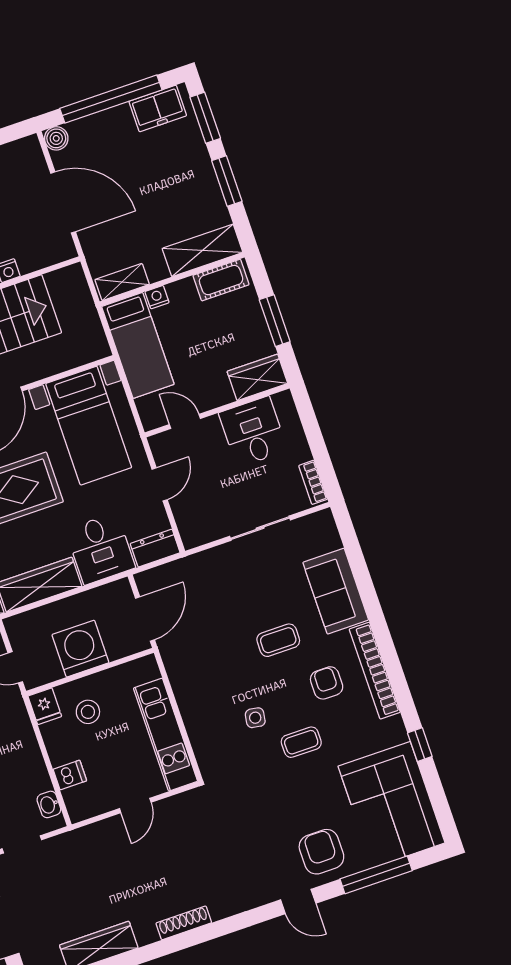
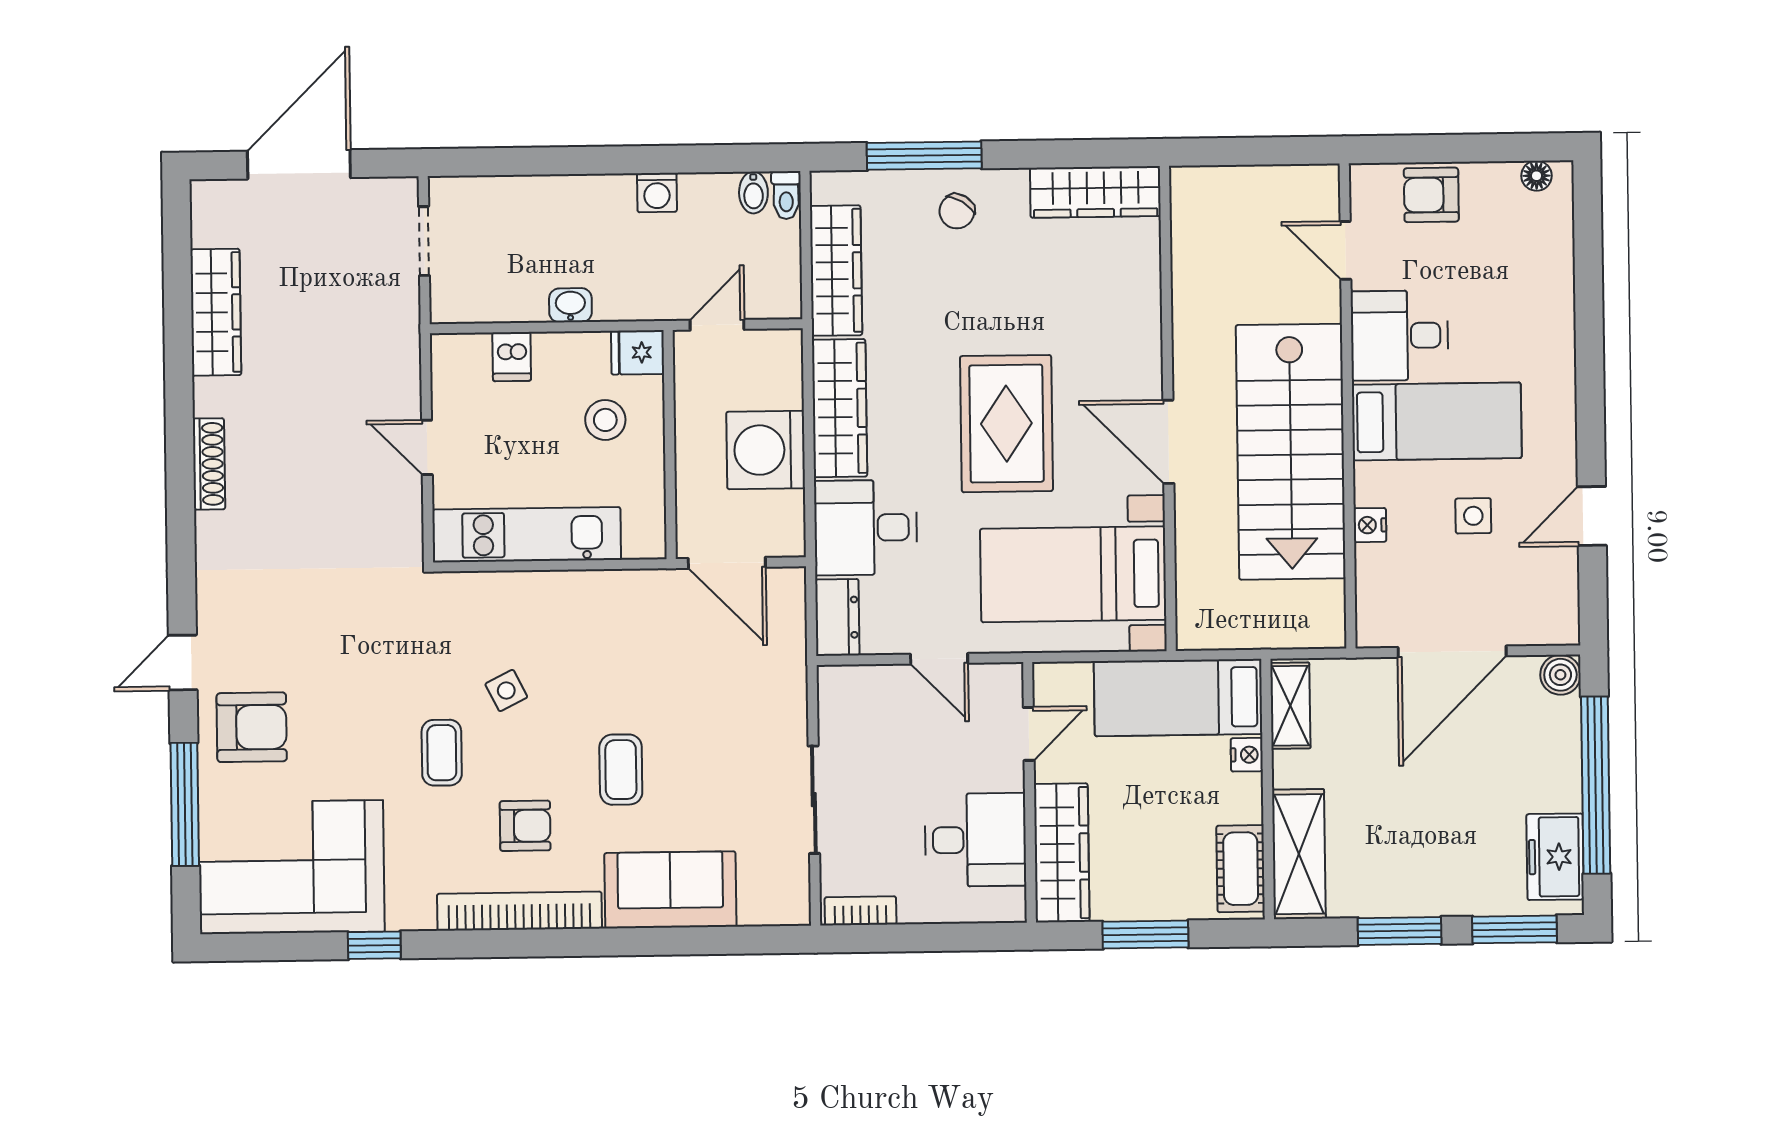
wardrobe: (257, 377) -> (1062, 853), width x1.50
washing machine: (80, 649) -> (766, 450), moved, turned 180
side table: (255, 718) -> (506, 690), turned -36
washbasin: (49, 804) -> (570, 305), moved

